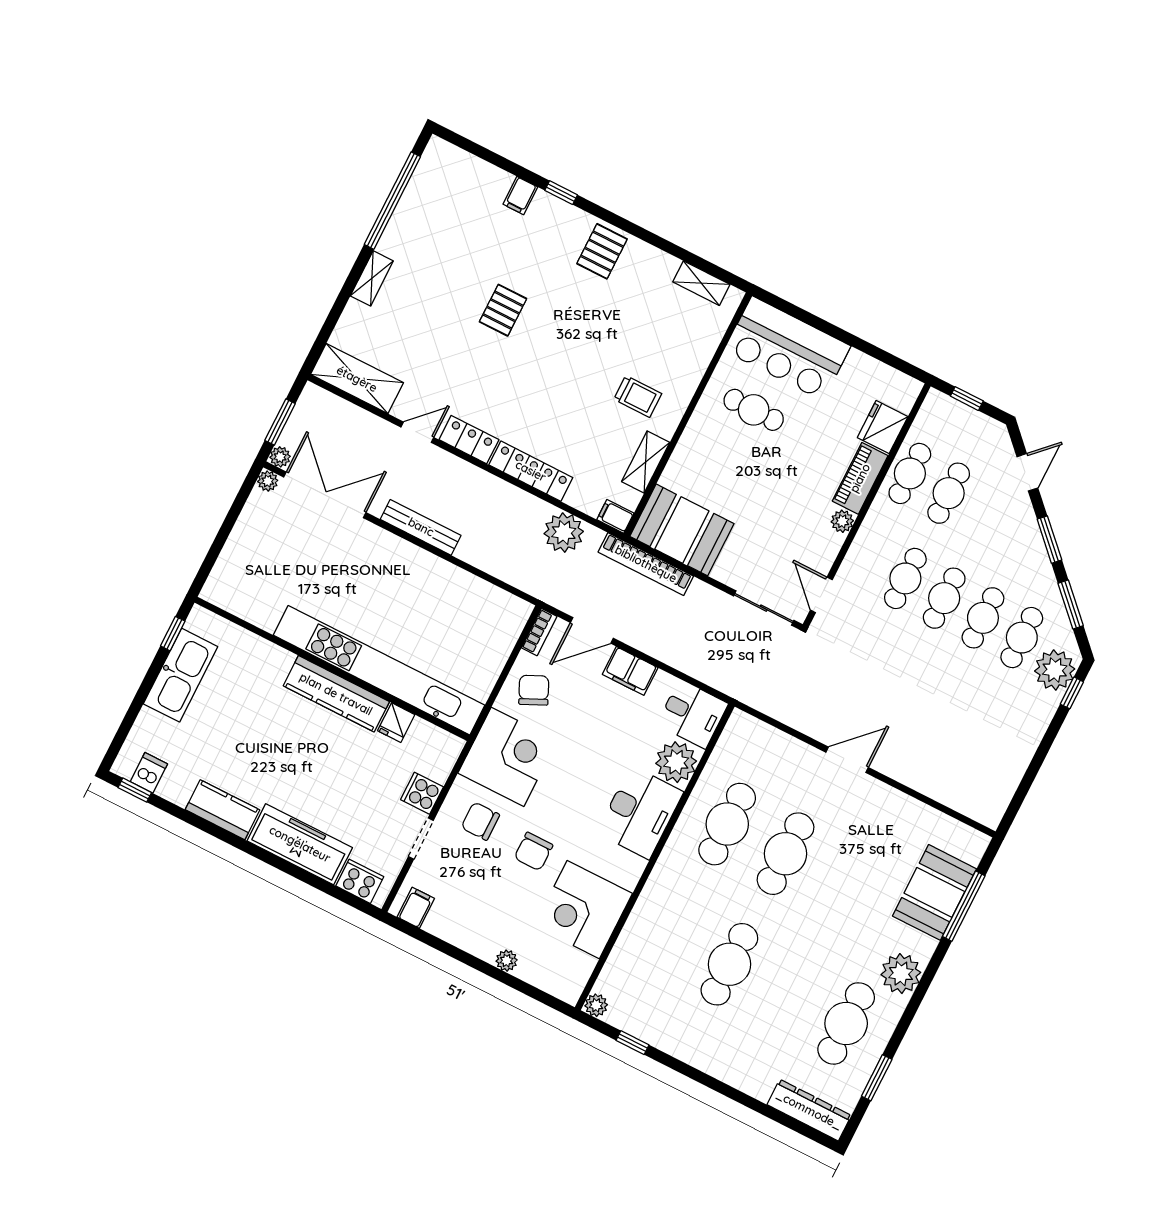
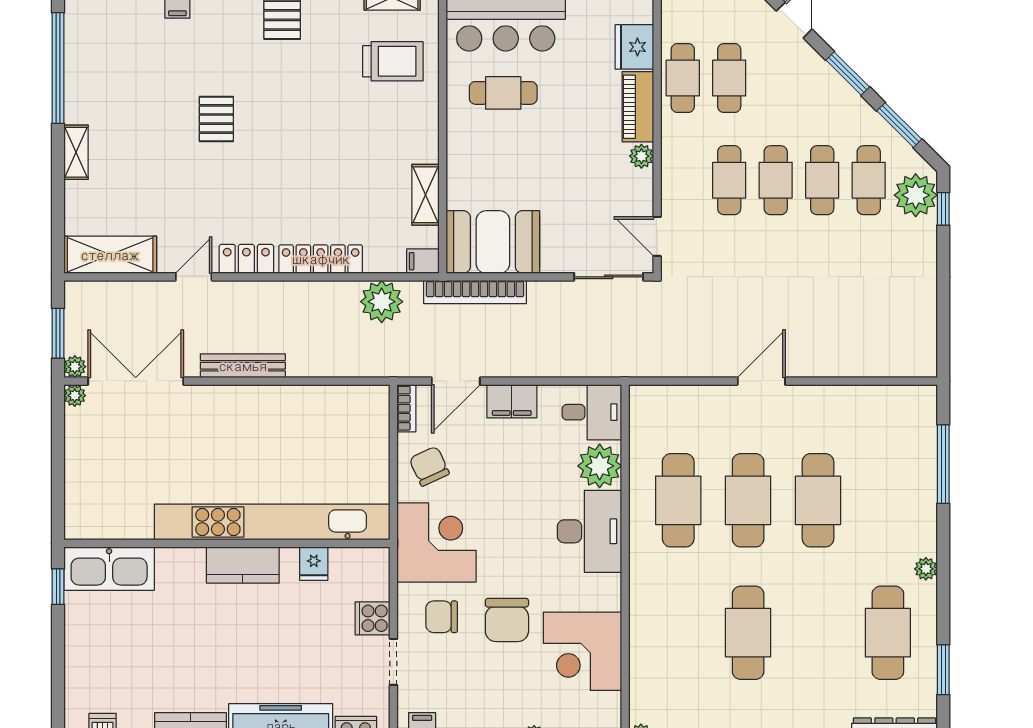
trolley: (638, 396) -> (393, 61), moved, width x1.36, depth x1.39
kitchen sink: (181, 675) -> (109, 569), moved, turned 90
kitchen counter: (336, 694) -> (243, 565), width x0.67
chair: (533, 851) -> (507, 620), width x1.37, depth x1.37
cafe table: (844, 883) -> (818, 500), added
booth: (934, 892) -> (909, 465), removed
plant: (901, 974) -> (926, 569), width x0.53, depth x0.53

